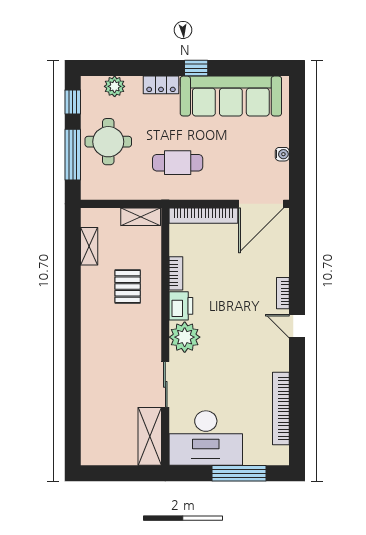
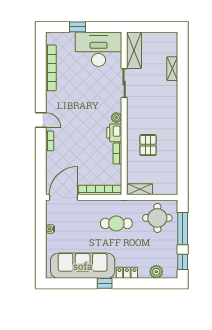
round table: (108, 142) -> (157, 218), moved
shelving: (89, 246) -> (172, 69), moved
plant: (185, 337) -> (116, 118), width x0.53, depth x0.53
window: (239, 473) -> (77, 27), width x0.46

